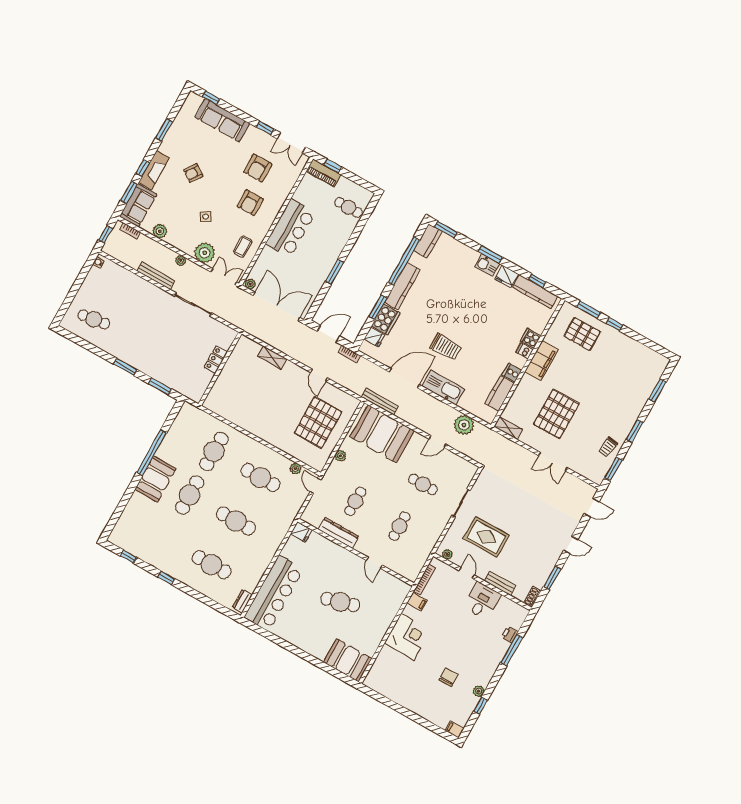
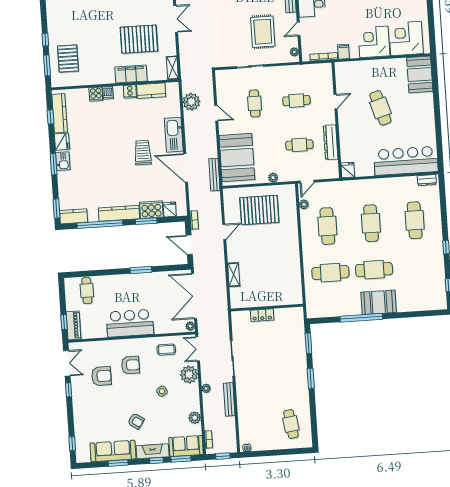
sofa: (222, 120) -> (113, 451), moved, turned -90
filing cabinet: (541, 361) -> (131, 74), moved
corner desk: (391, 670) -> (406, 38), added

